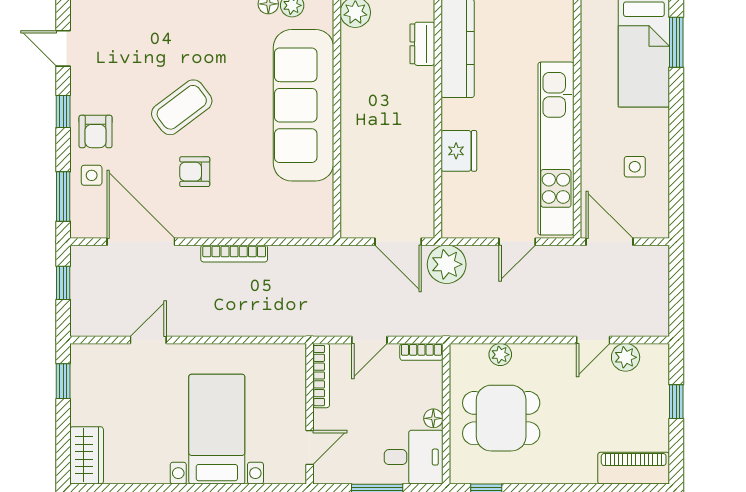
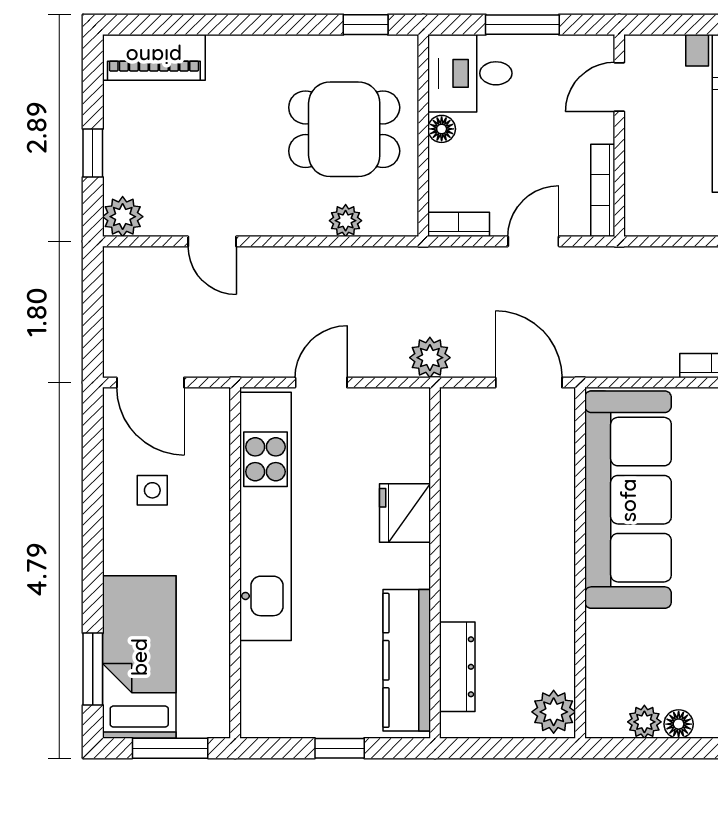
dresser: (422, 44) -> (457, 667), width x1.44
sofa: (304, 105) -> (628, 500), moved
door: (398, 242) -> (529, 383), moved
door: (610, 242) -> (150, 383), moved
plant: (447, 264) -> (430, 358), width x0.73, depth x0.73
door: (593, 340) -> (212, 241), swing flipped
plant: (626, 357) -> (123, 217), moved

